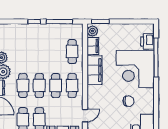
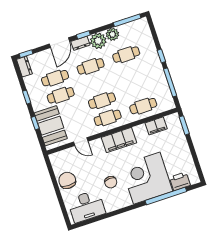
plant: (92, 31) -> (172, 120), removed
filing cabinet: (95, 70) -> (119, 140), moved
cafe table: (39, 86) -> (126, 55), moved

